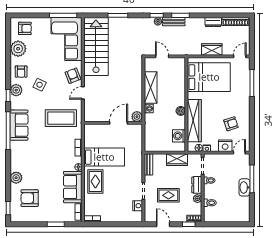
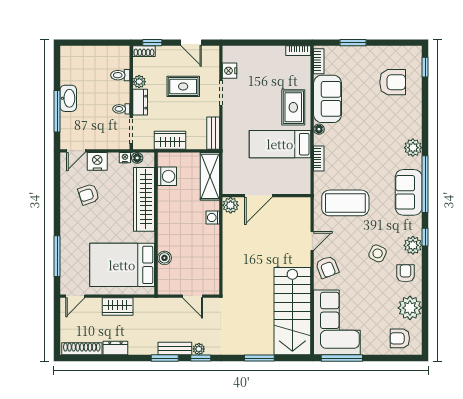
shelving: (151, 87) -> (210, 176), moved
boiler: (181, 111) -> (164, 258), moved
plant: (16, 178) -> (413, 148), moved

